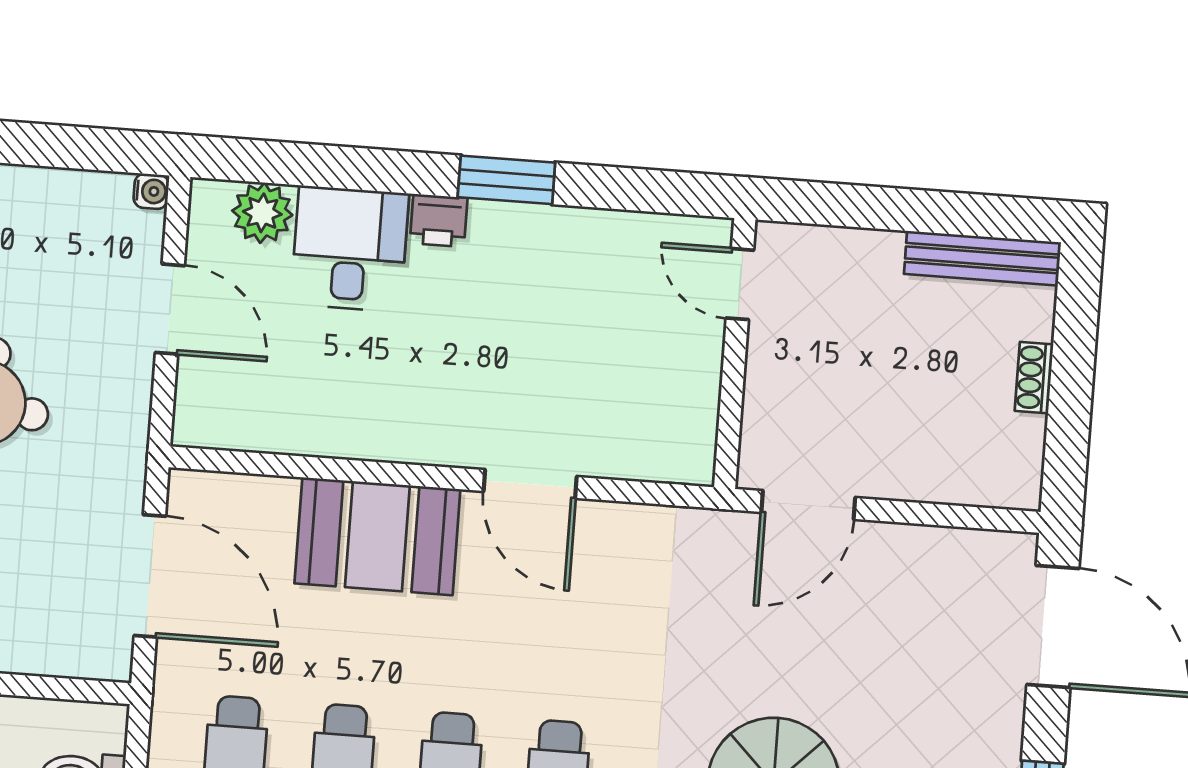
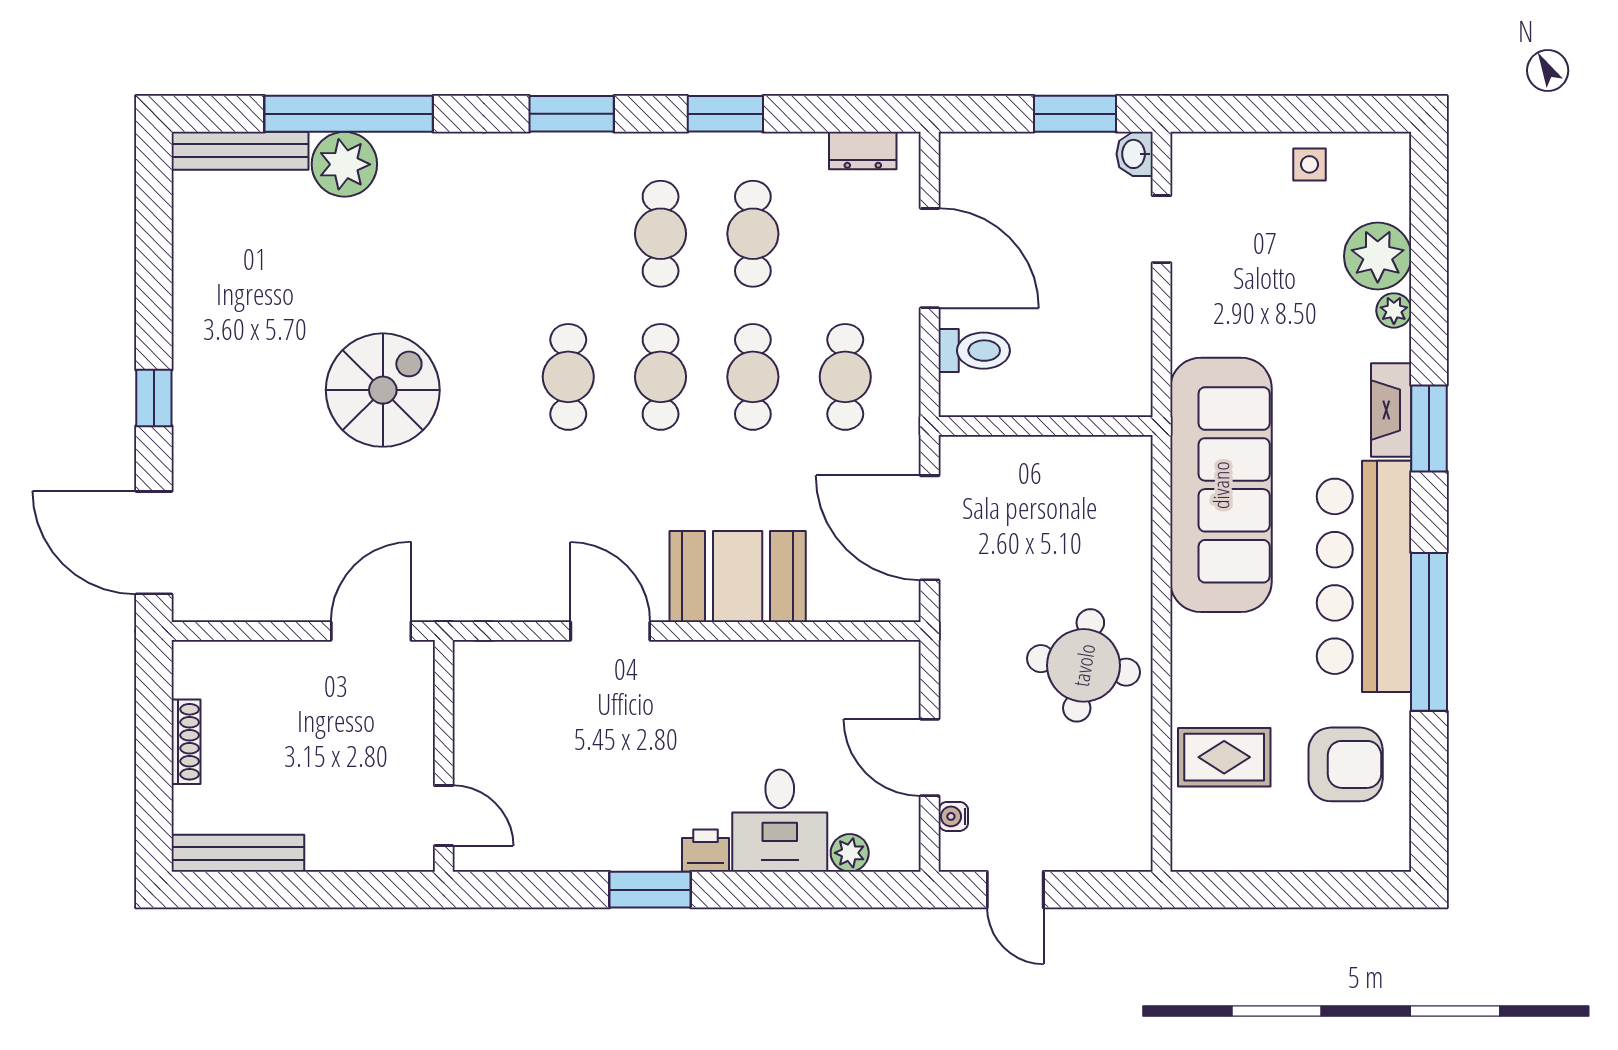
door: (82, 148) -> (1015, 890), added
water cooler: (151, 191) -> (953, 816), moved
plant: (262, 213) -> (850, 853), width x0.73, depth x0.73
shoe rack: (1034, 378) -> (186, 742), width x1.43

